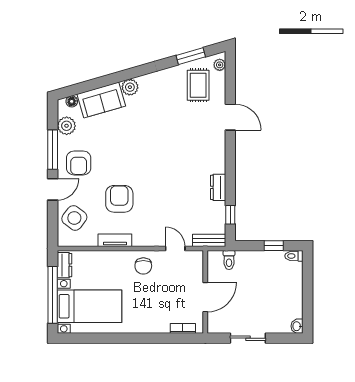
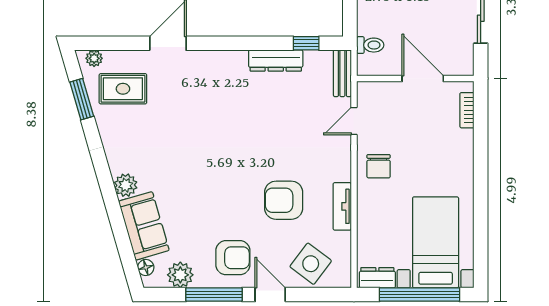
dresser: (218, 187) -> (276, 61), width x1.44
chair: (143, 266) -> (379, 166), turned 90

